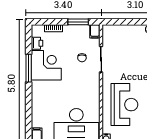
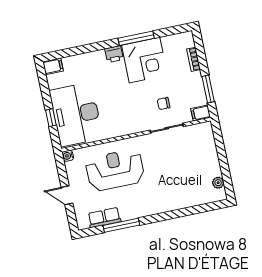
printer: (37, 43) -> (114, 54), moved
reception desk: (124, 105) -> (115, 170), turned 180

